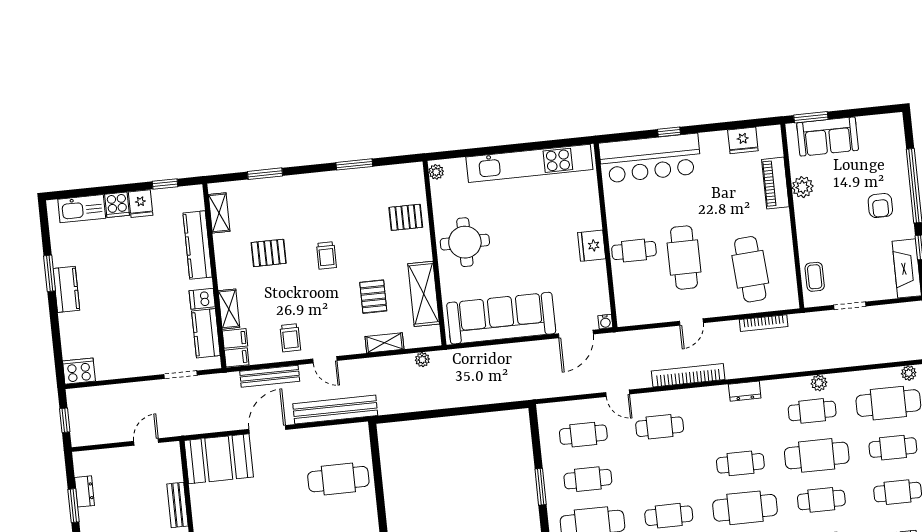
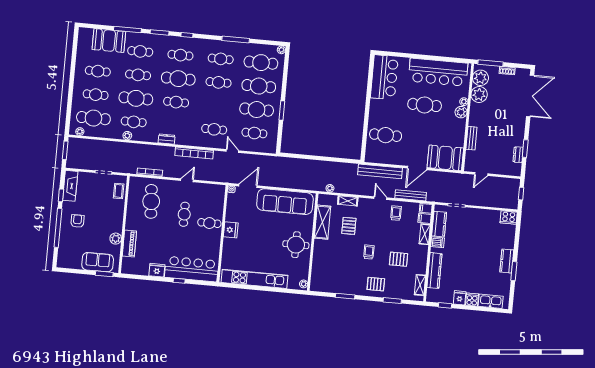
fridge: (743, 140) -> (157, 270), moved
pallet: (406, 217) -> (376, 284), moved
cafe table: (684, 258) -> (184, 214), width x0.73, depth x0.74
cafe table: (588, 479) -> (257, 110), width x1.37, depth x1.35

